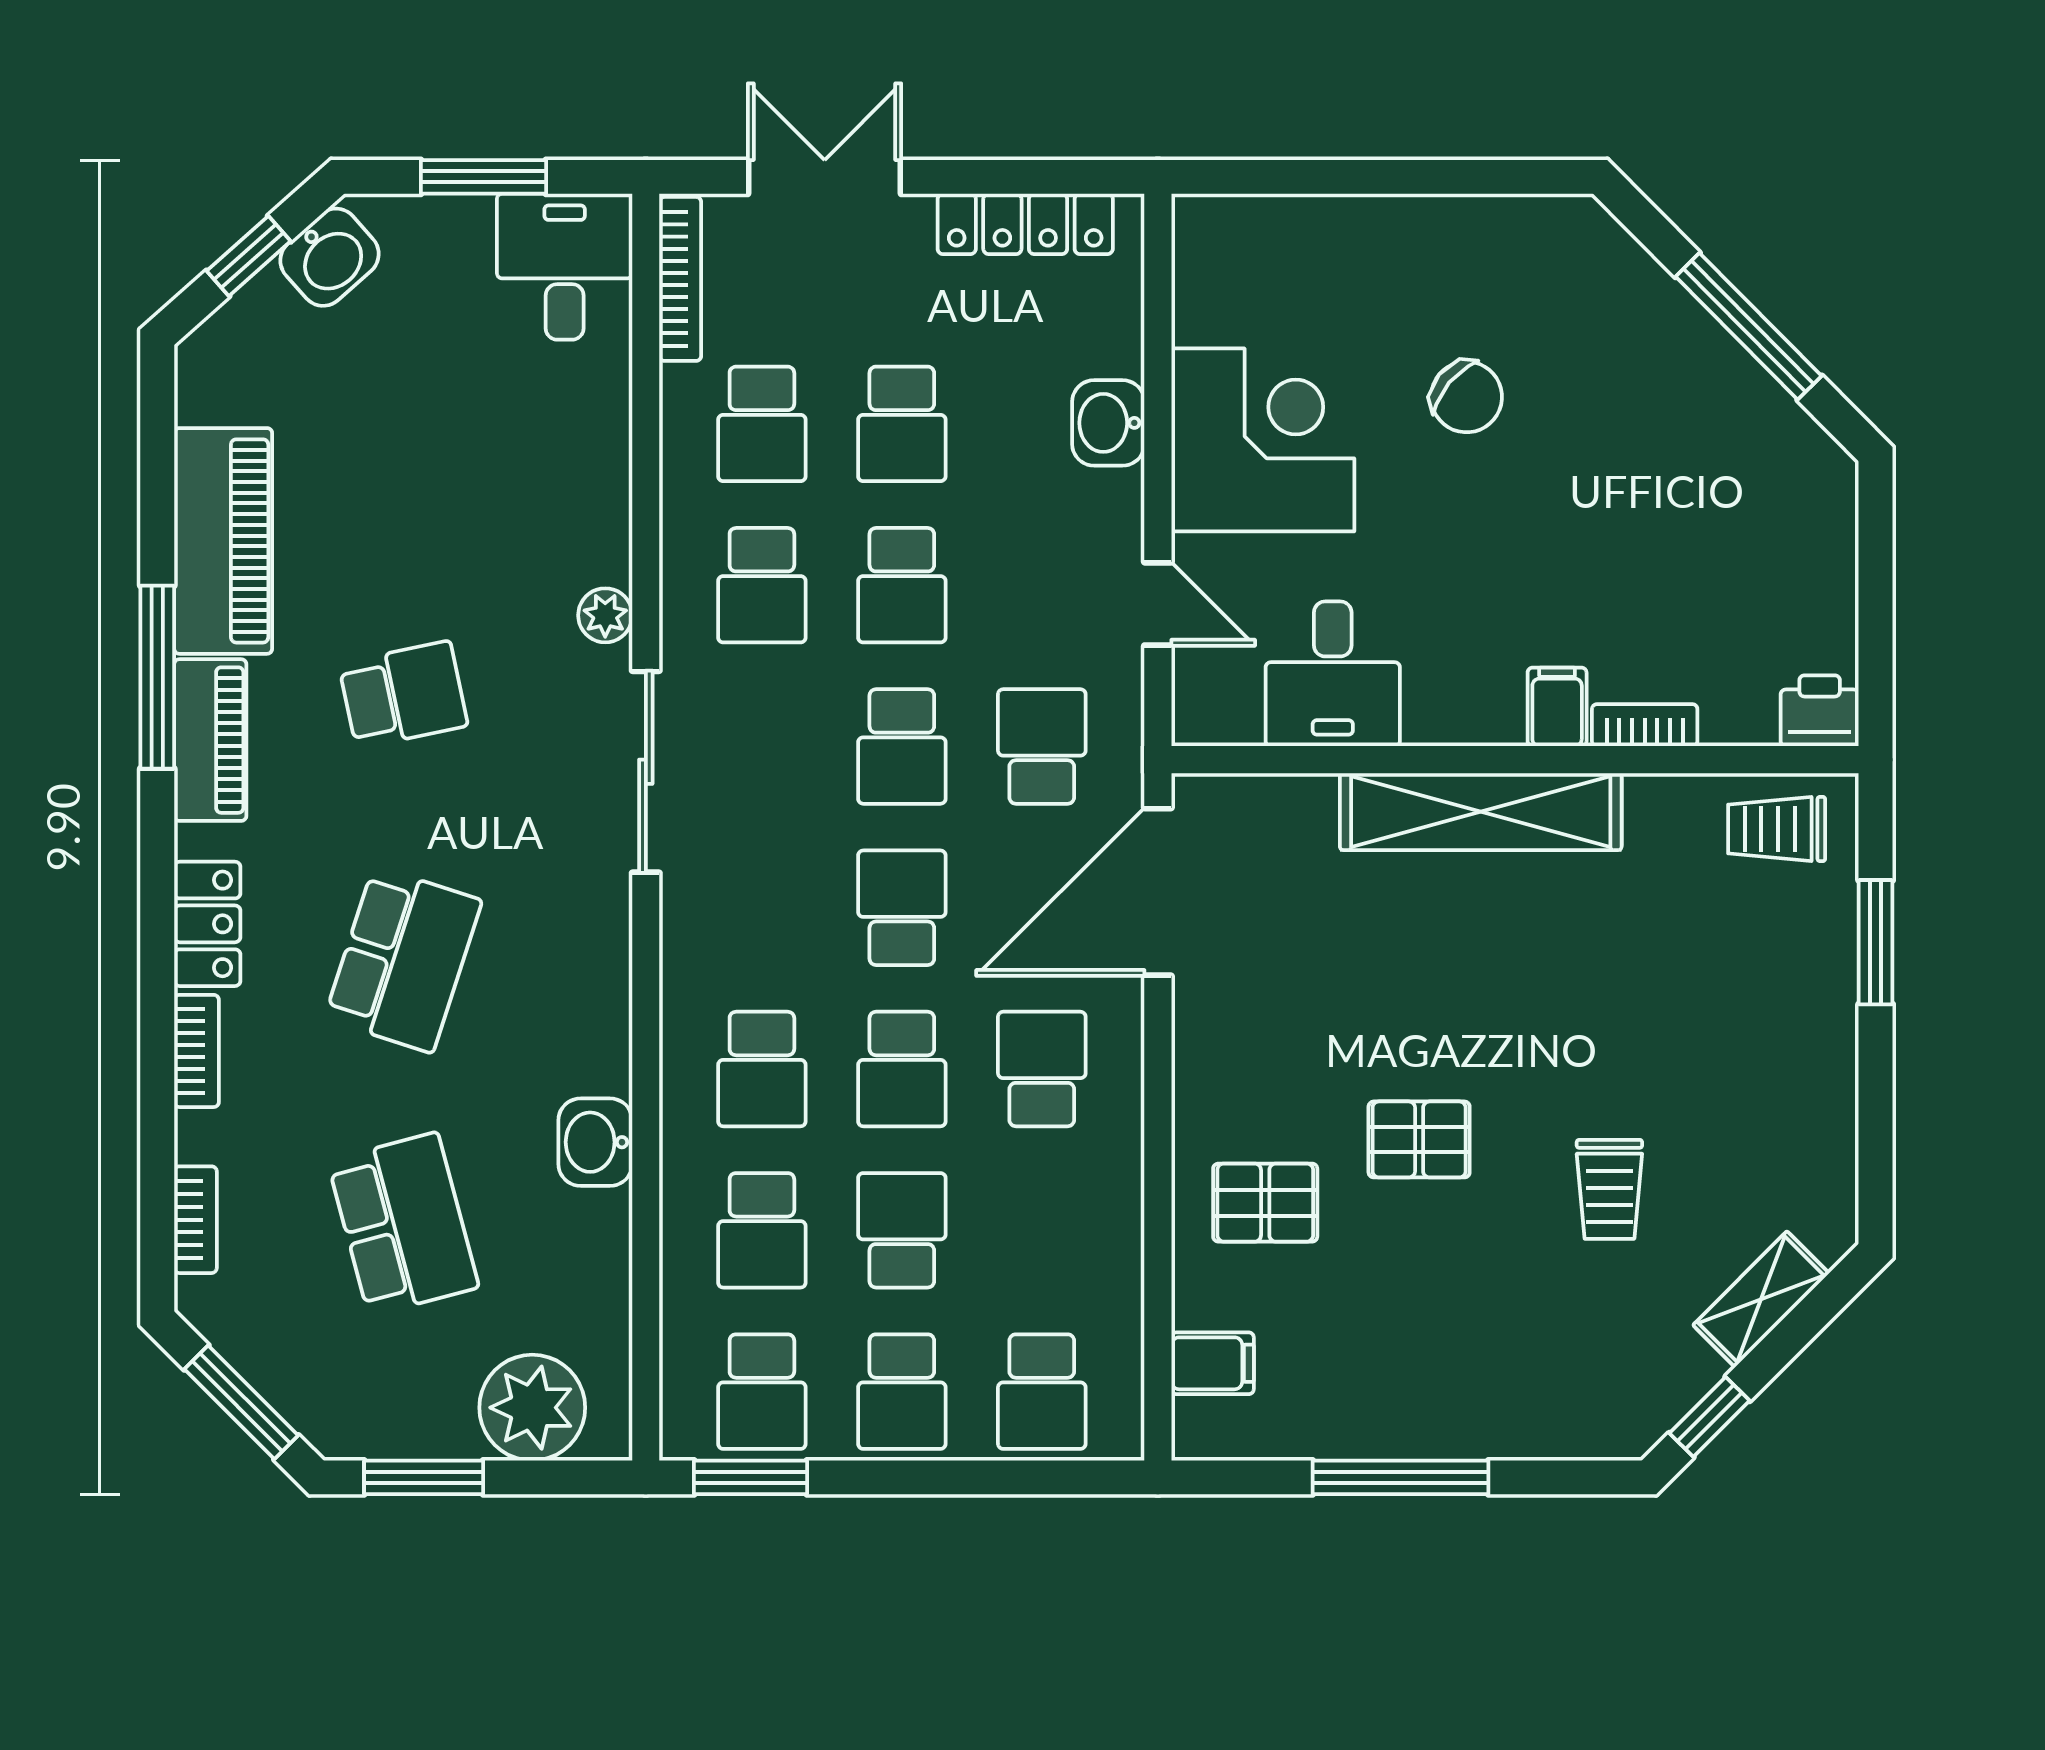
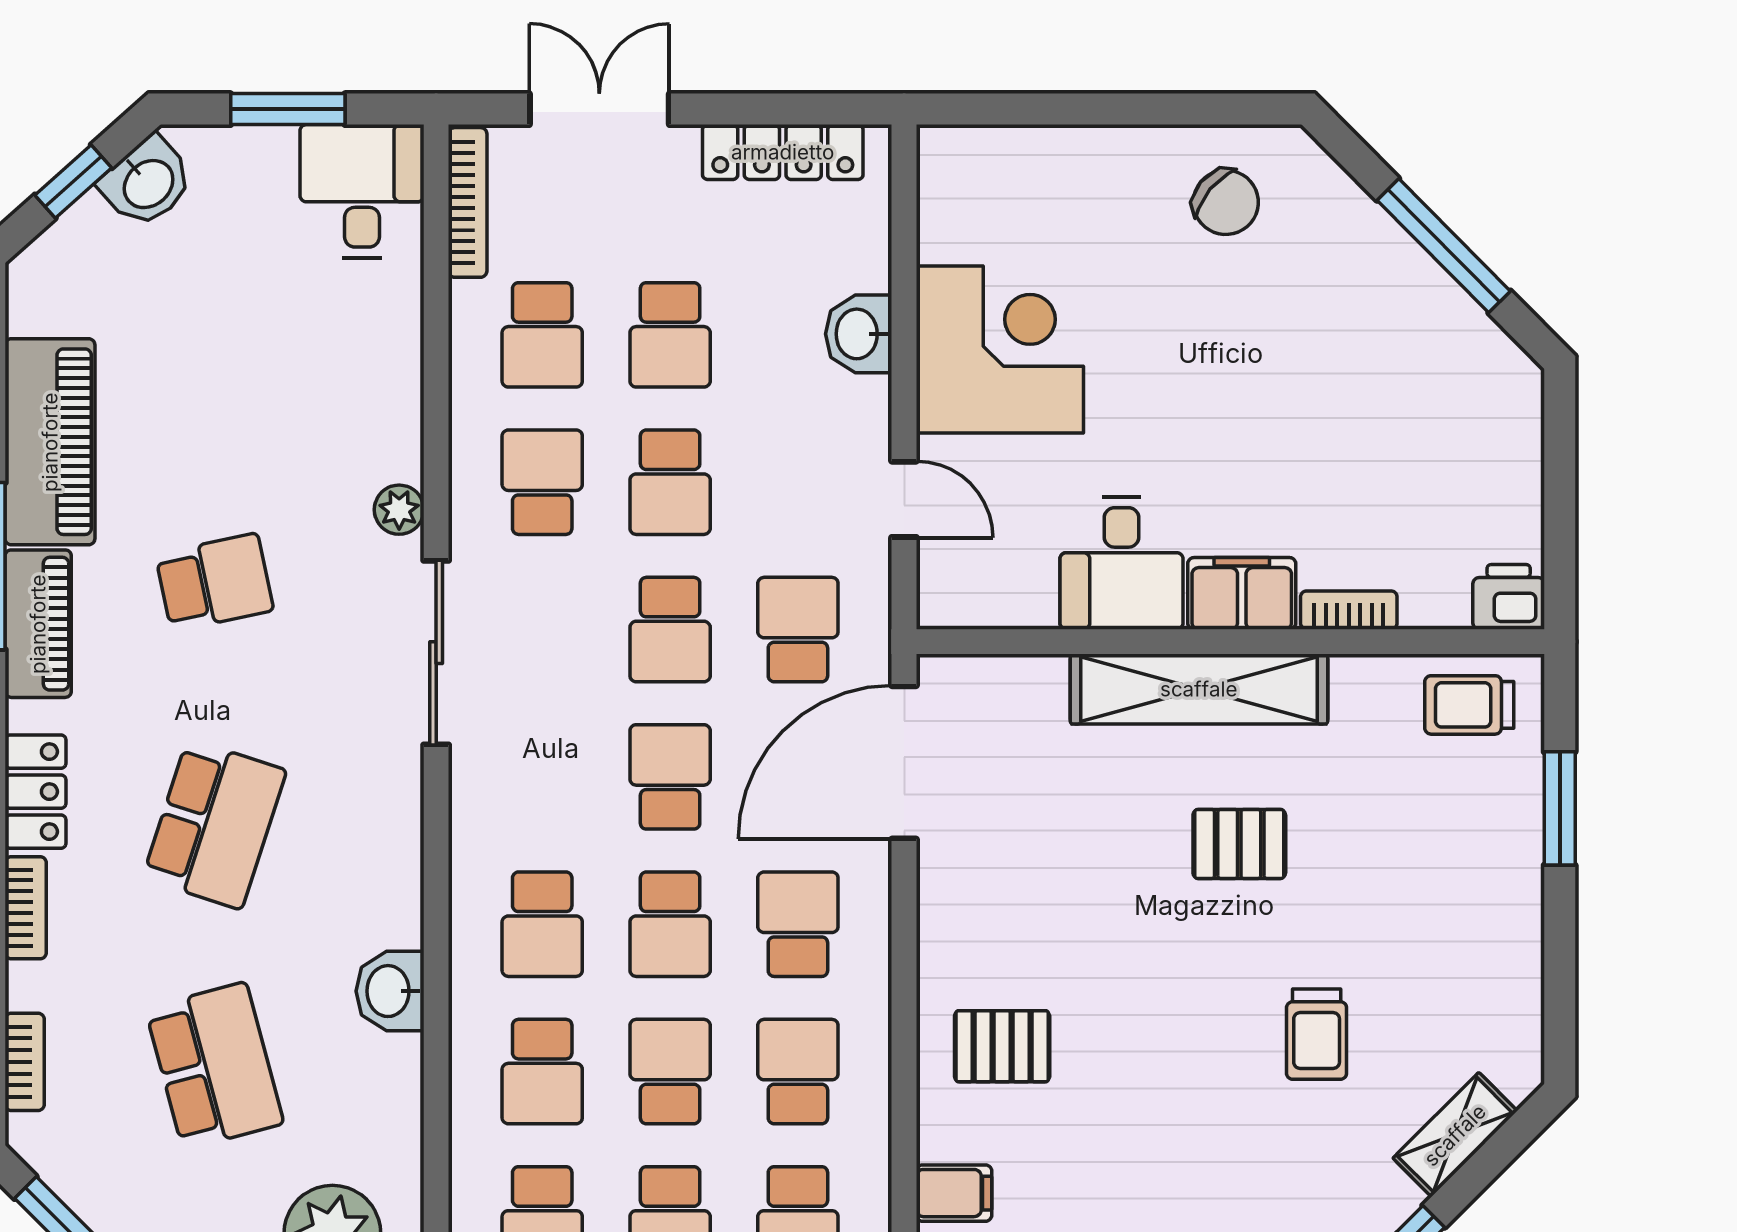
chair: (1467, 397) -> (1226, 202), moved
school desk: (762, 585) -> (542, 482), turned 180
desk: (1333, 674) -> (1122, 563), moved
filing cabinet: (1557, 707) -> (1242, 593), width x2.00
pallet: (1419, 1139) -> (1239, 844), moved
school desk: (1042, 1230) -> (798, 1072), added

